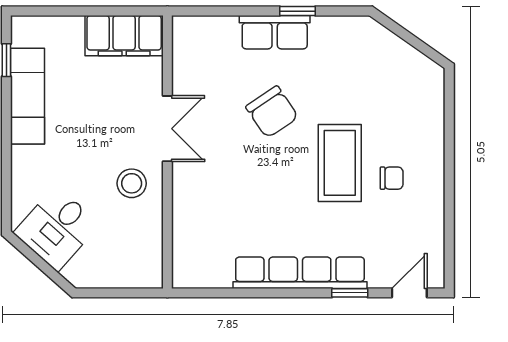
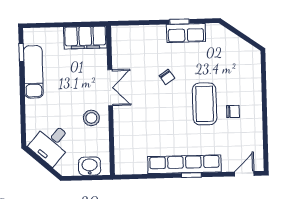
row of seats: (275, 32) -> (186, 33), moved
chair: (272, 112) -> (167, 77), width x0.54, depth x0.54
washbasin: (126, 272) -> (90, 166), added
window: (350, 293) -> (191, 175), moved

